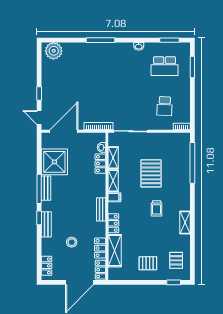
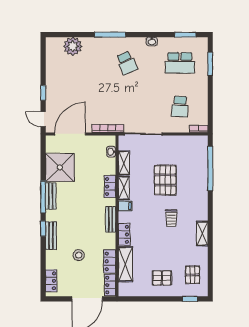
plant: (54, 51) -> (73, 46), moved
school desk: (116, 66) -> (127, 63), added
locker: (100, 164) -> (110, 187), moved

